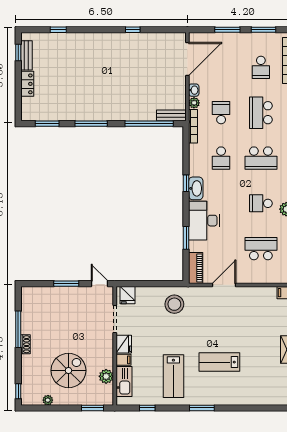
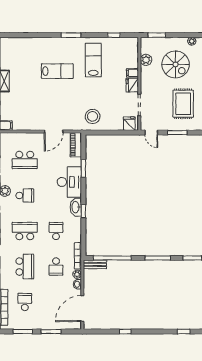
rug: (59, 320) -> (183, 104), added
spiral stairs: (68, 371) -> (176, 64), turned -90
kitchen sink: (124, 382) -> (132, 56), removed

